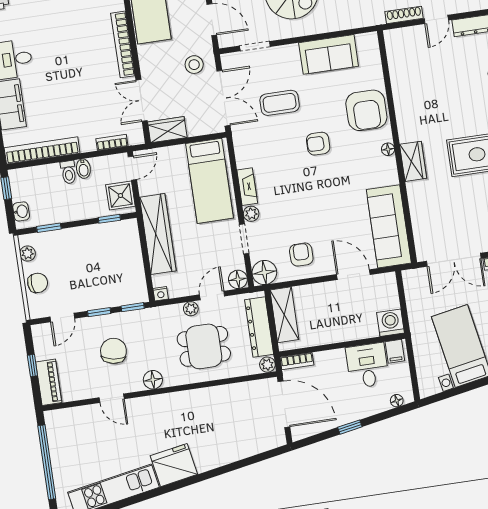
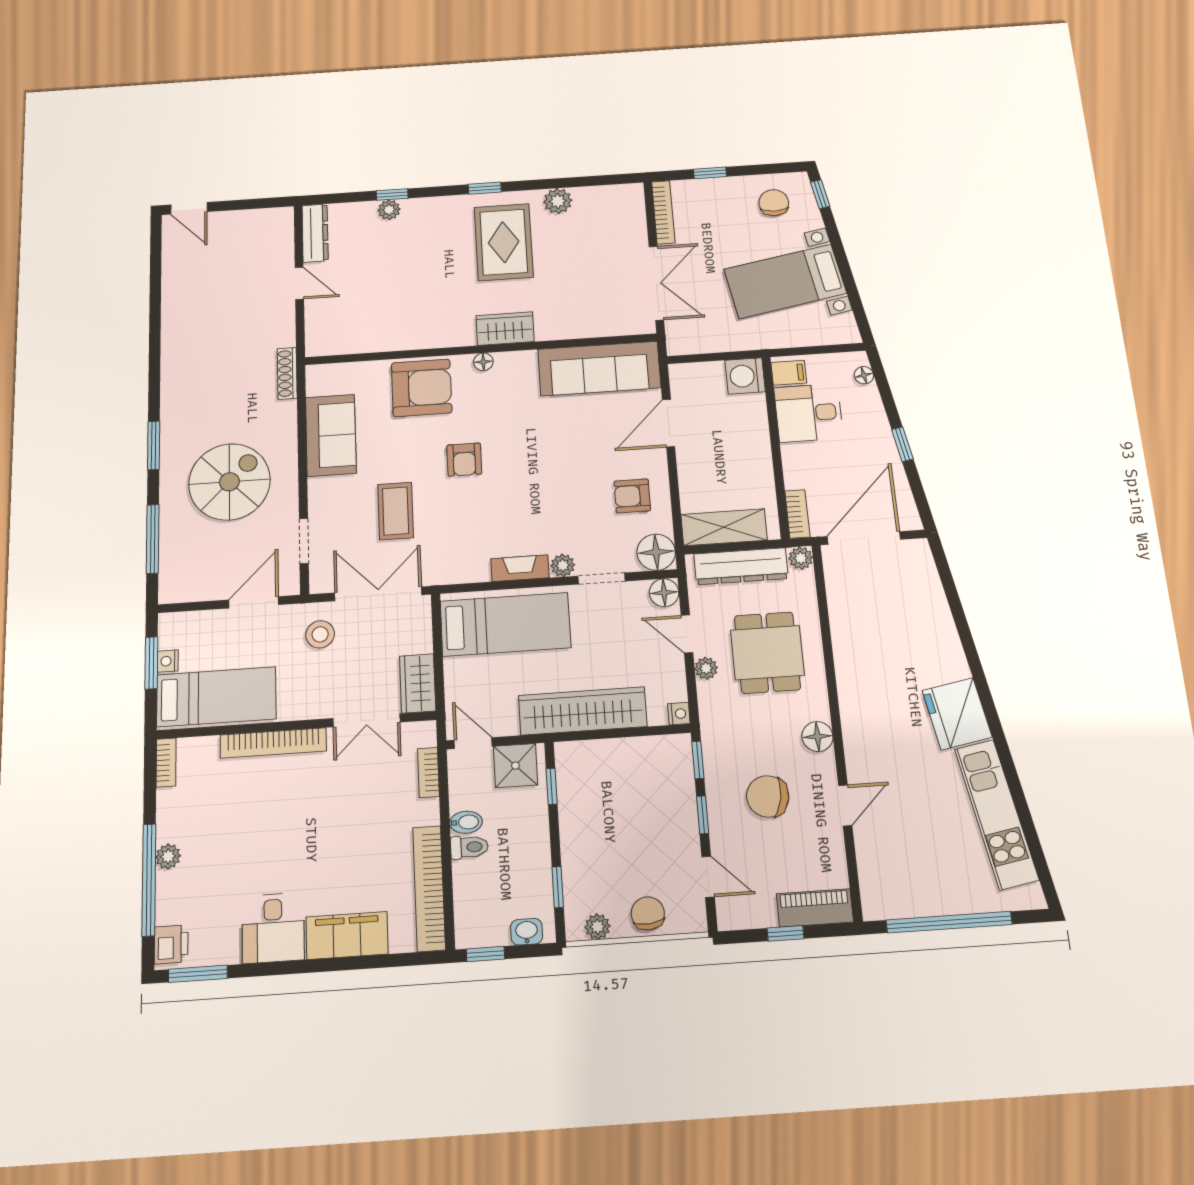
shoe rack: (404, 15) -> (287, 373), moved

